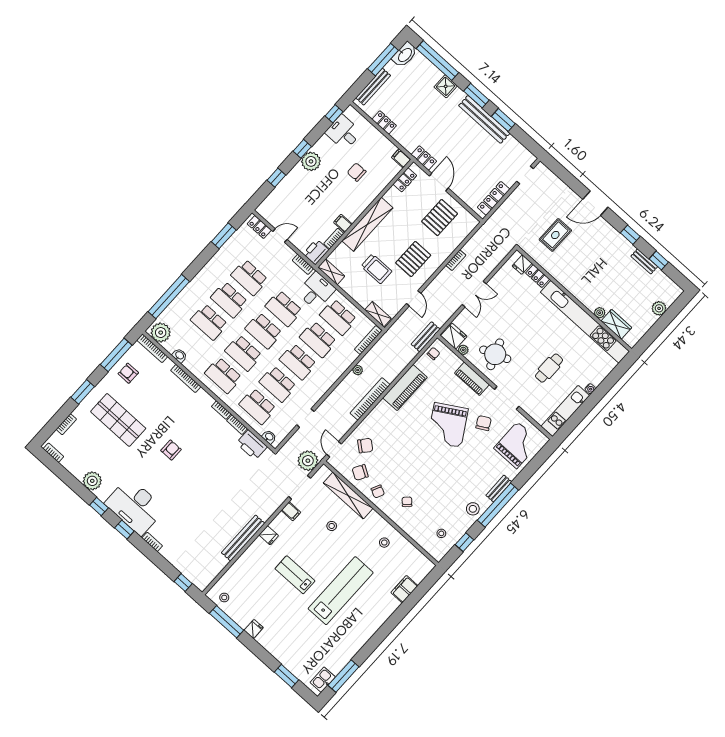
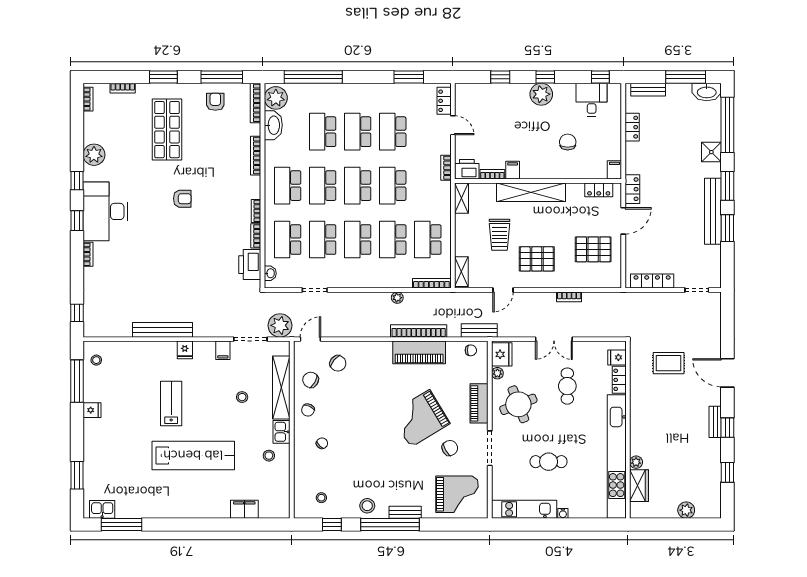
bench: (373, 87) -> (648, 90), width x0.73
bench: (644, 261) -> (715, 422), moved
desk: (316, 291) -> (434, 200), removed
cafe table: (512, 313) -> (567, 386), added
washbasin: (179, 356) -> (273, 125), width x1.91, depth x1.45
bookcase: (370, 399) -> (419, 331), moved
kitchen sink: (376, 521) -> (281, 432), added

